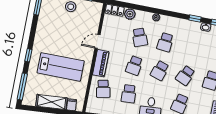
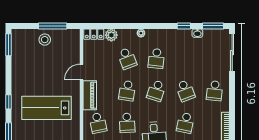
lab bench: (61, 67) -> (47, 108), turned 180
school desk: (185, 75) -> (185, 91), turned -45

